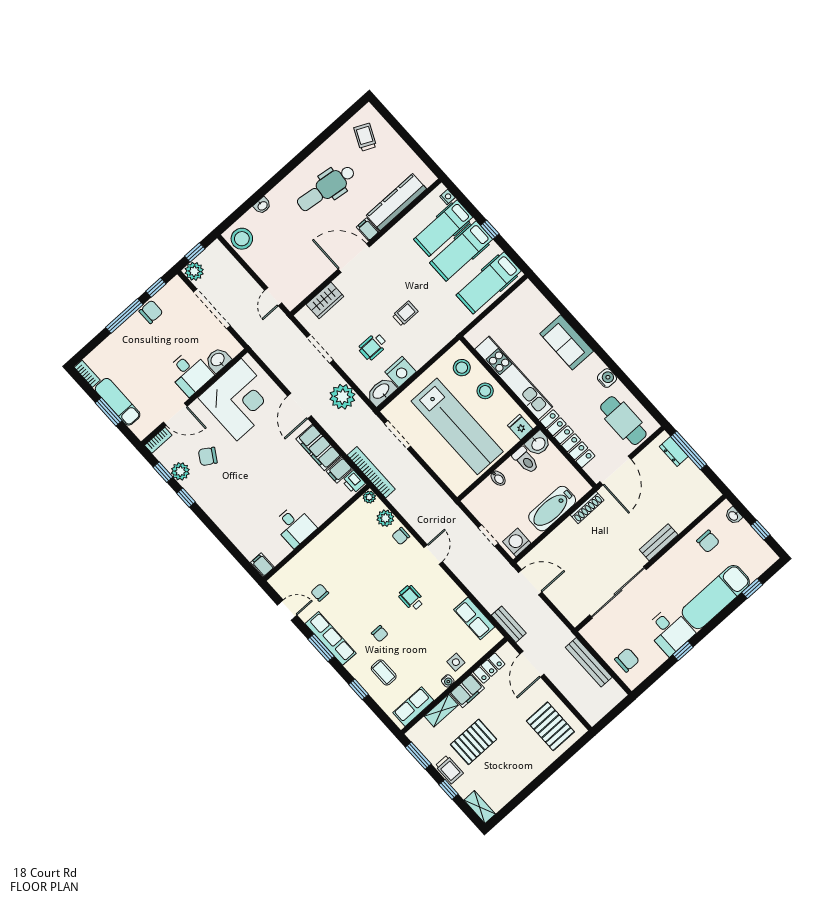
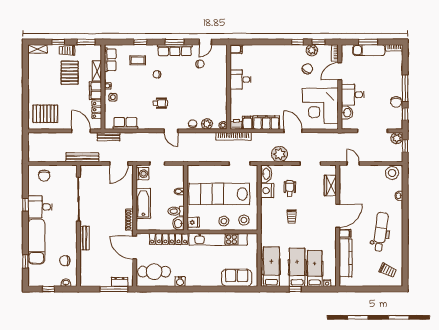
sofa: (567, 342) -> (237, 278), moved
bench: (589, 662) -> (82, 157), moved

